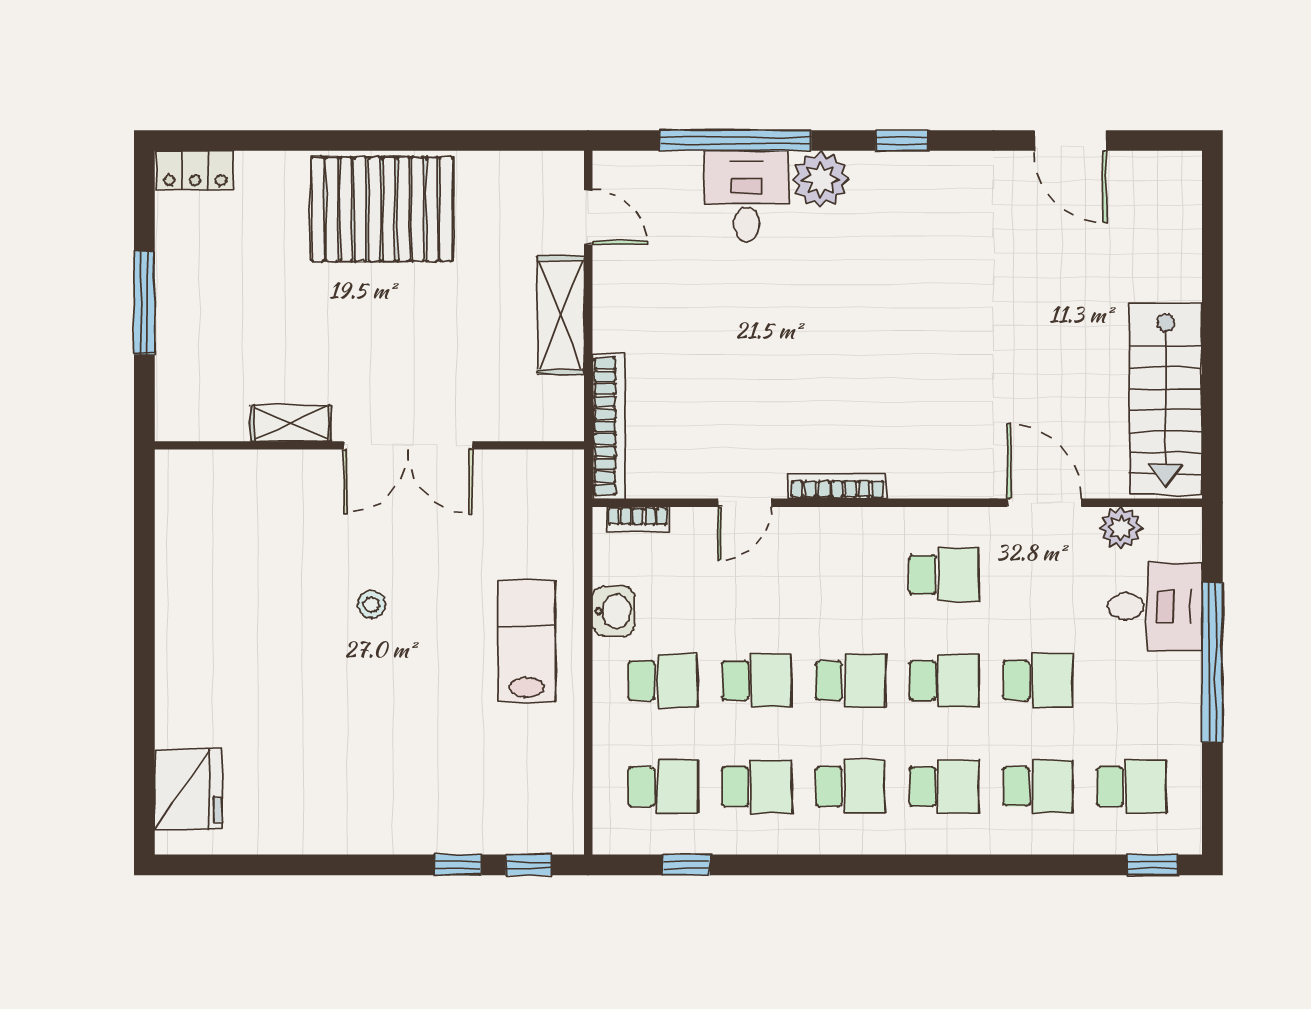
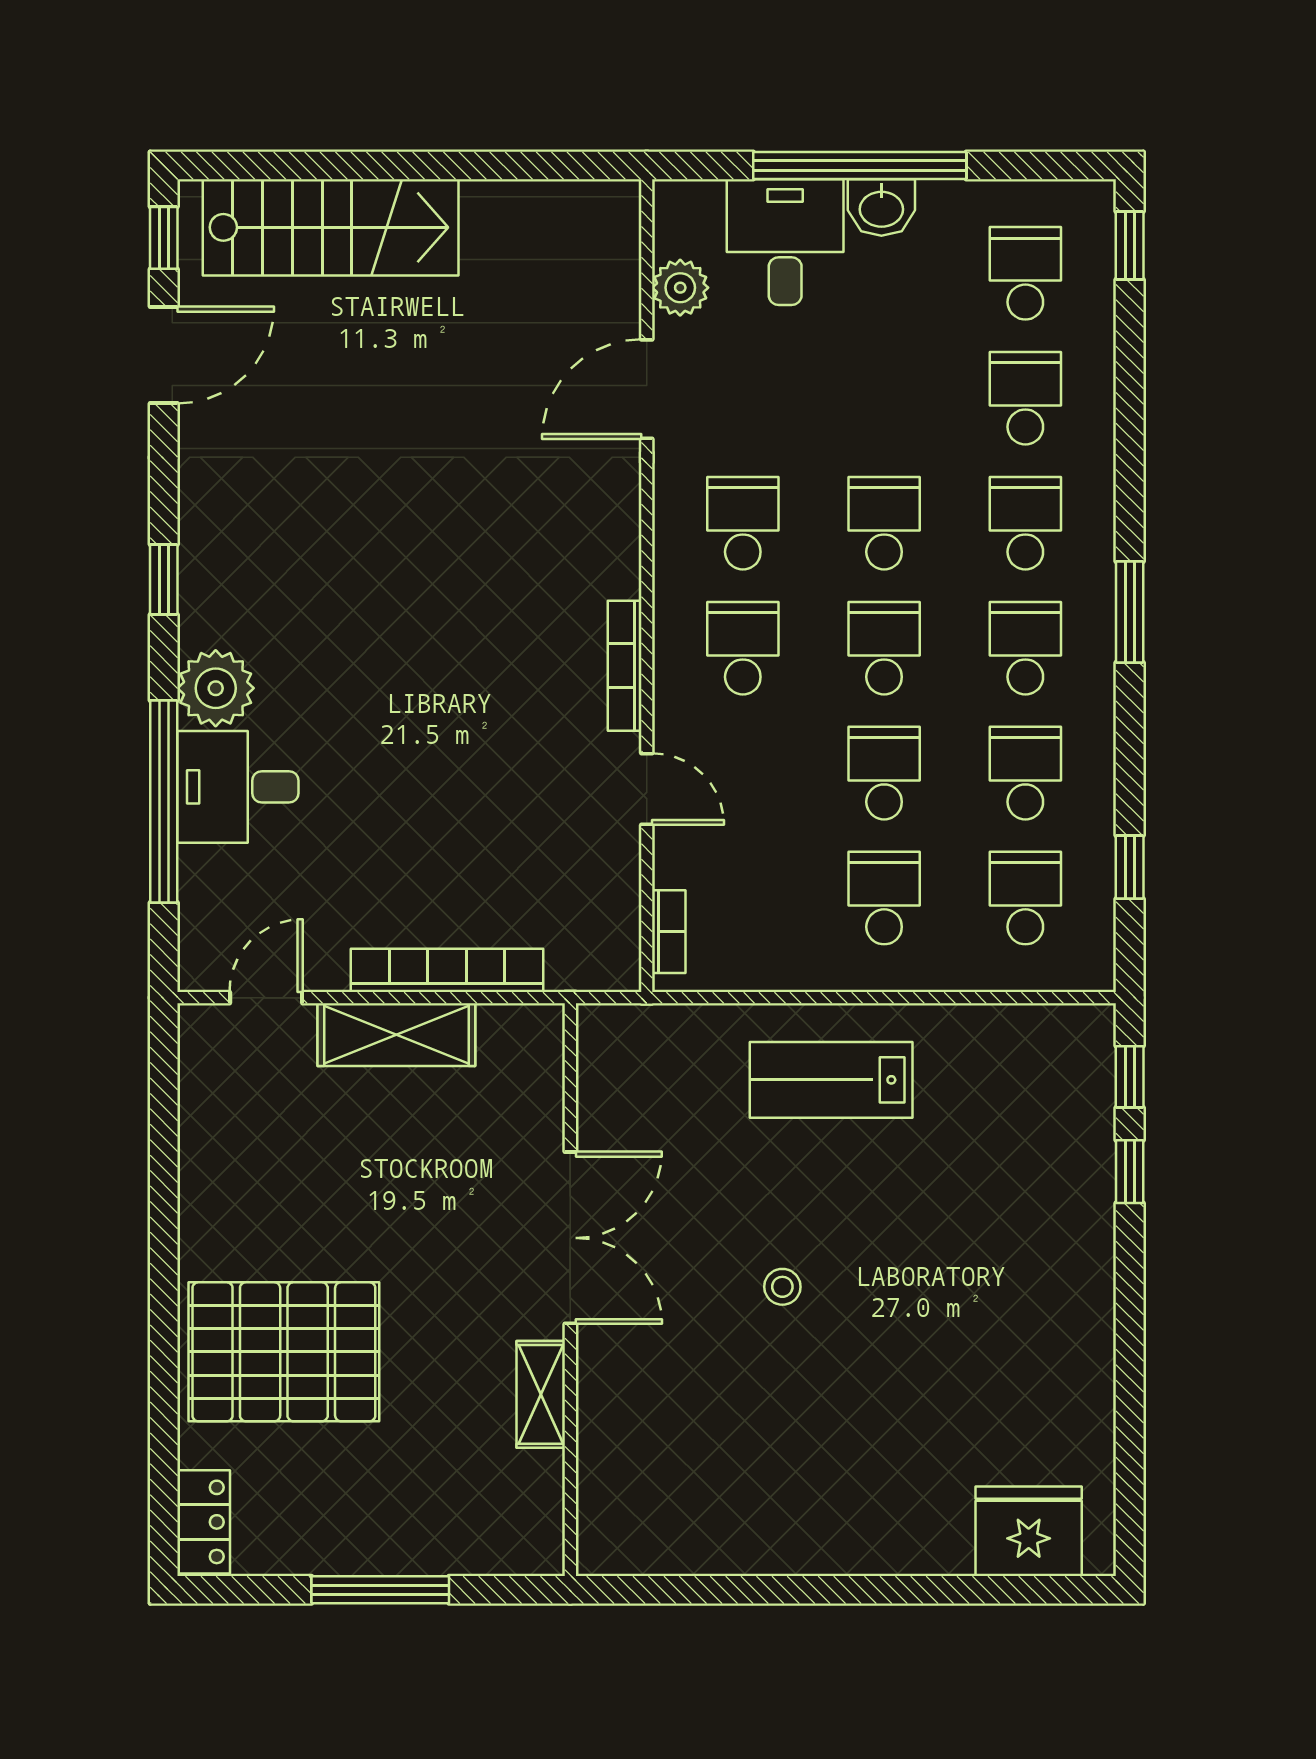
window: (1158, 141) -> (164, 238), added
pallet: (382, 209) -> (284, 1352), moved, turned 90
stairs: (1166, 399) -> (331, 227), moved
bookcase: (609, 426) -> (447, 970), moved
washbasin: (614, 611) -> (881, 208), moved, turned 180
school desk: (1038, 681) -> (743, 648), moved
window: (878, 865) -> (1130, 612), added

